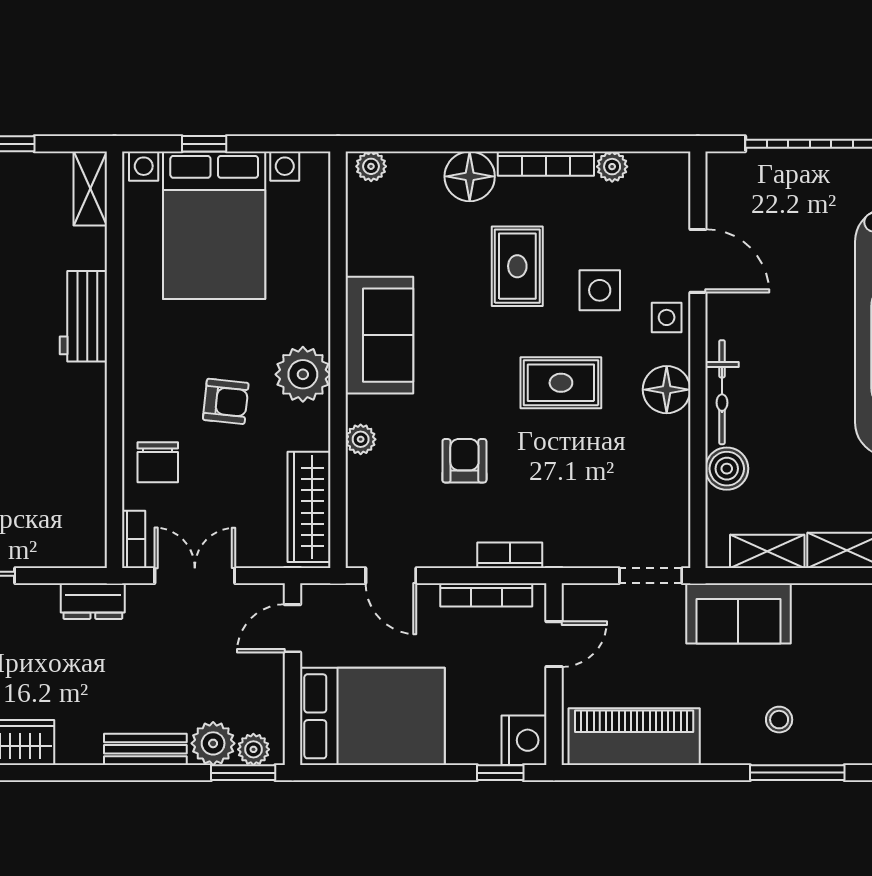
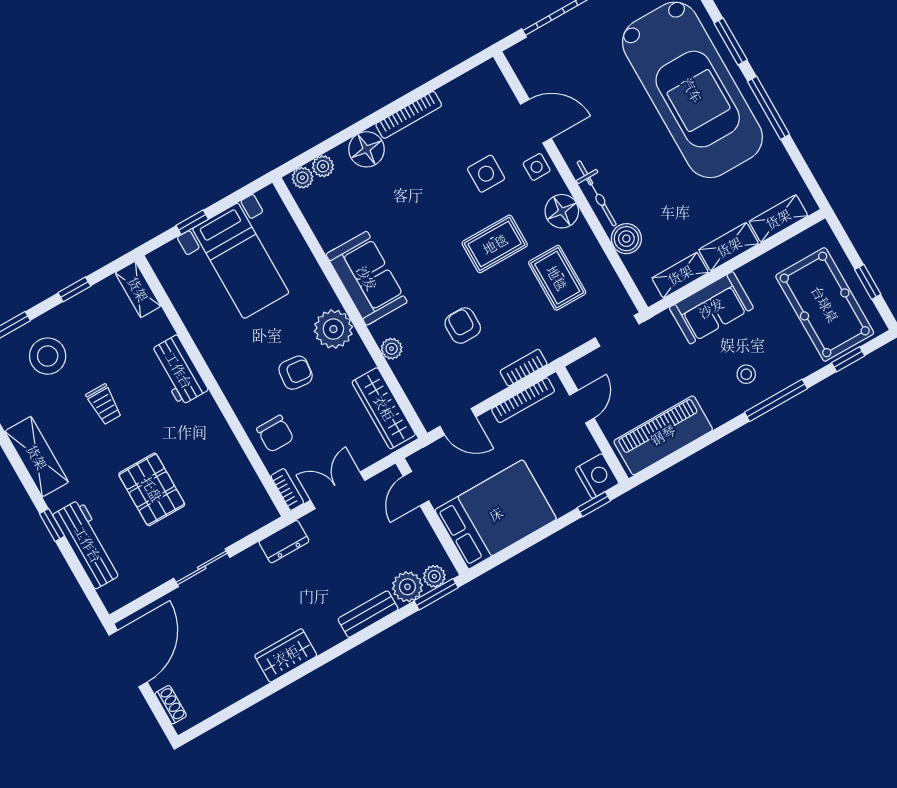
plant: (612, 167) -> (323, 166), moved
bed with nightstands: (214, 225) -> (241, 261), width x0.73
rug: (517, 266) -> (557, 278), moved
sofa: (738, 613) -> (711, 308), moved

